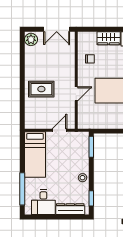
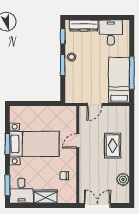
plant: (31, 39) -> (123, 179), moved
rug: (41, 89) -> (113, 146), turned 90
window: (91, 147) -> (63, 65), moved
window: (22, 189) -> (132, 73), moved

